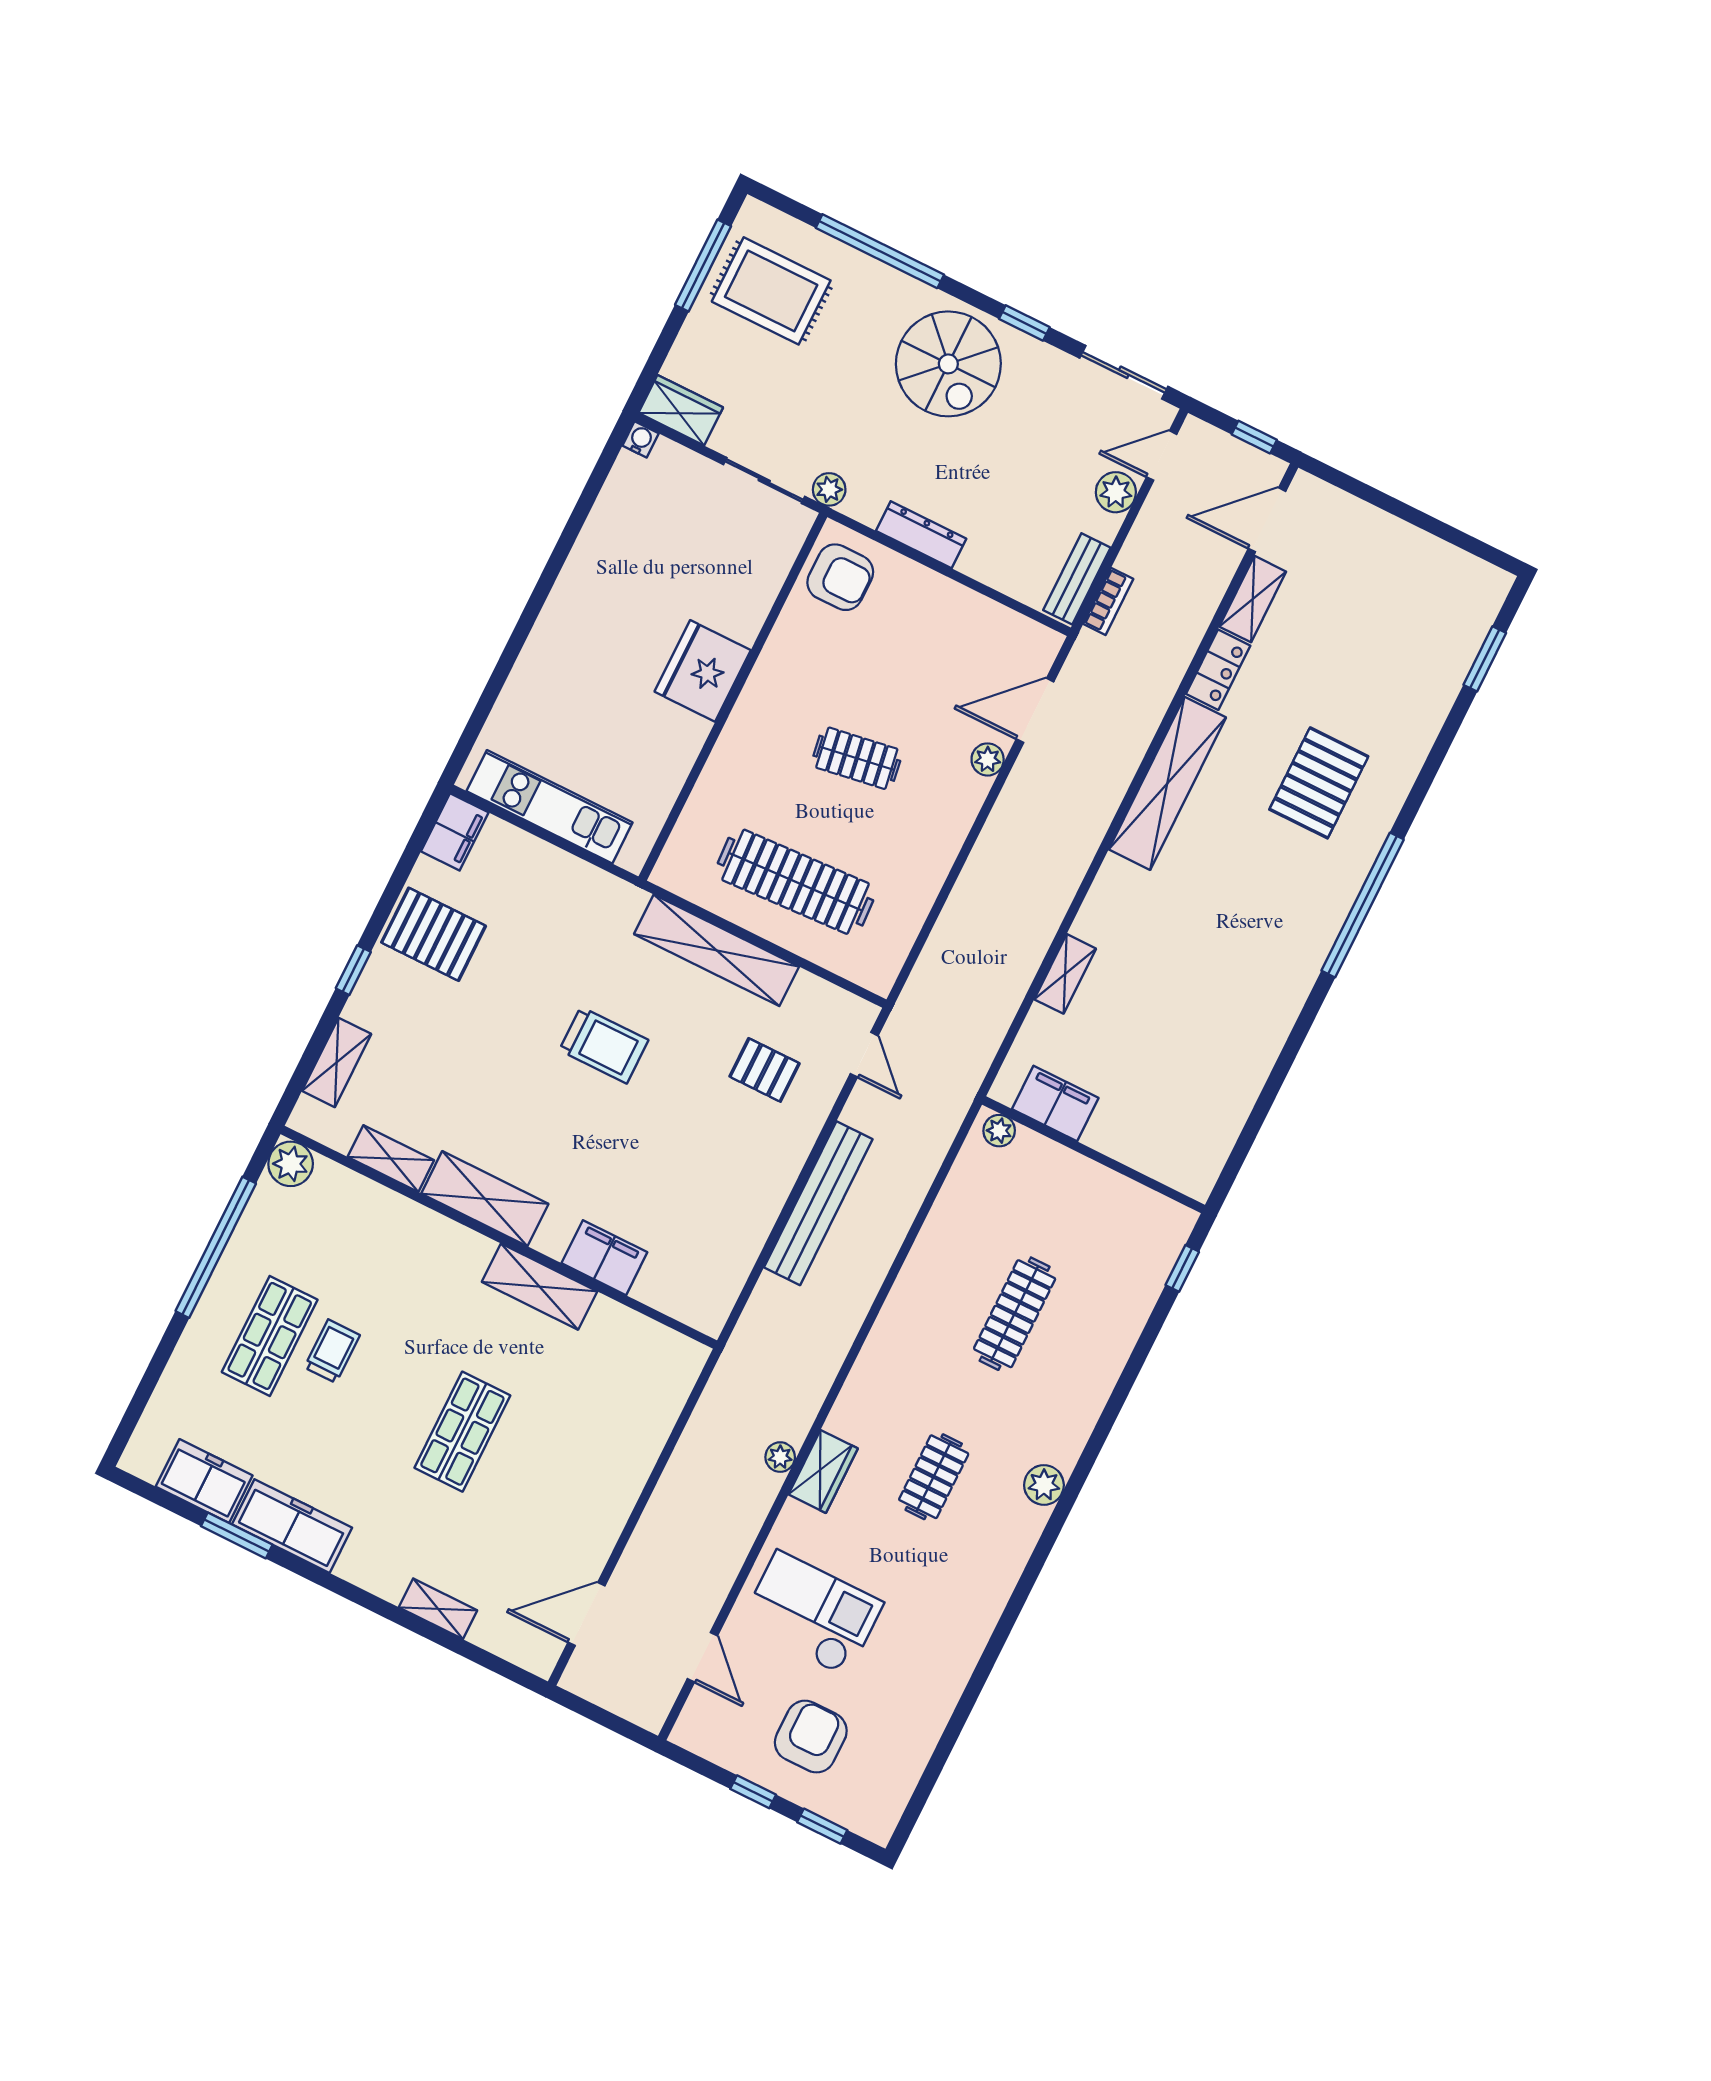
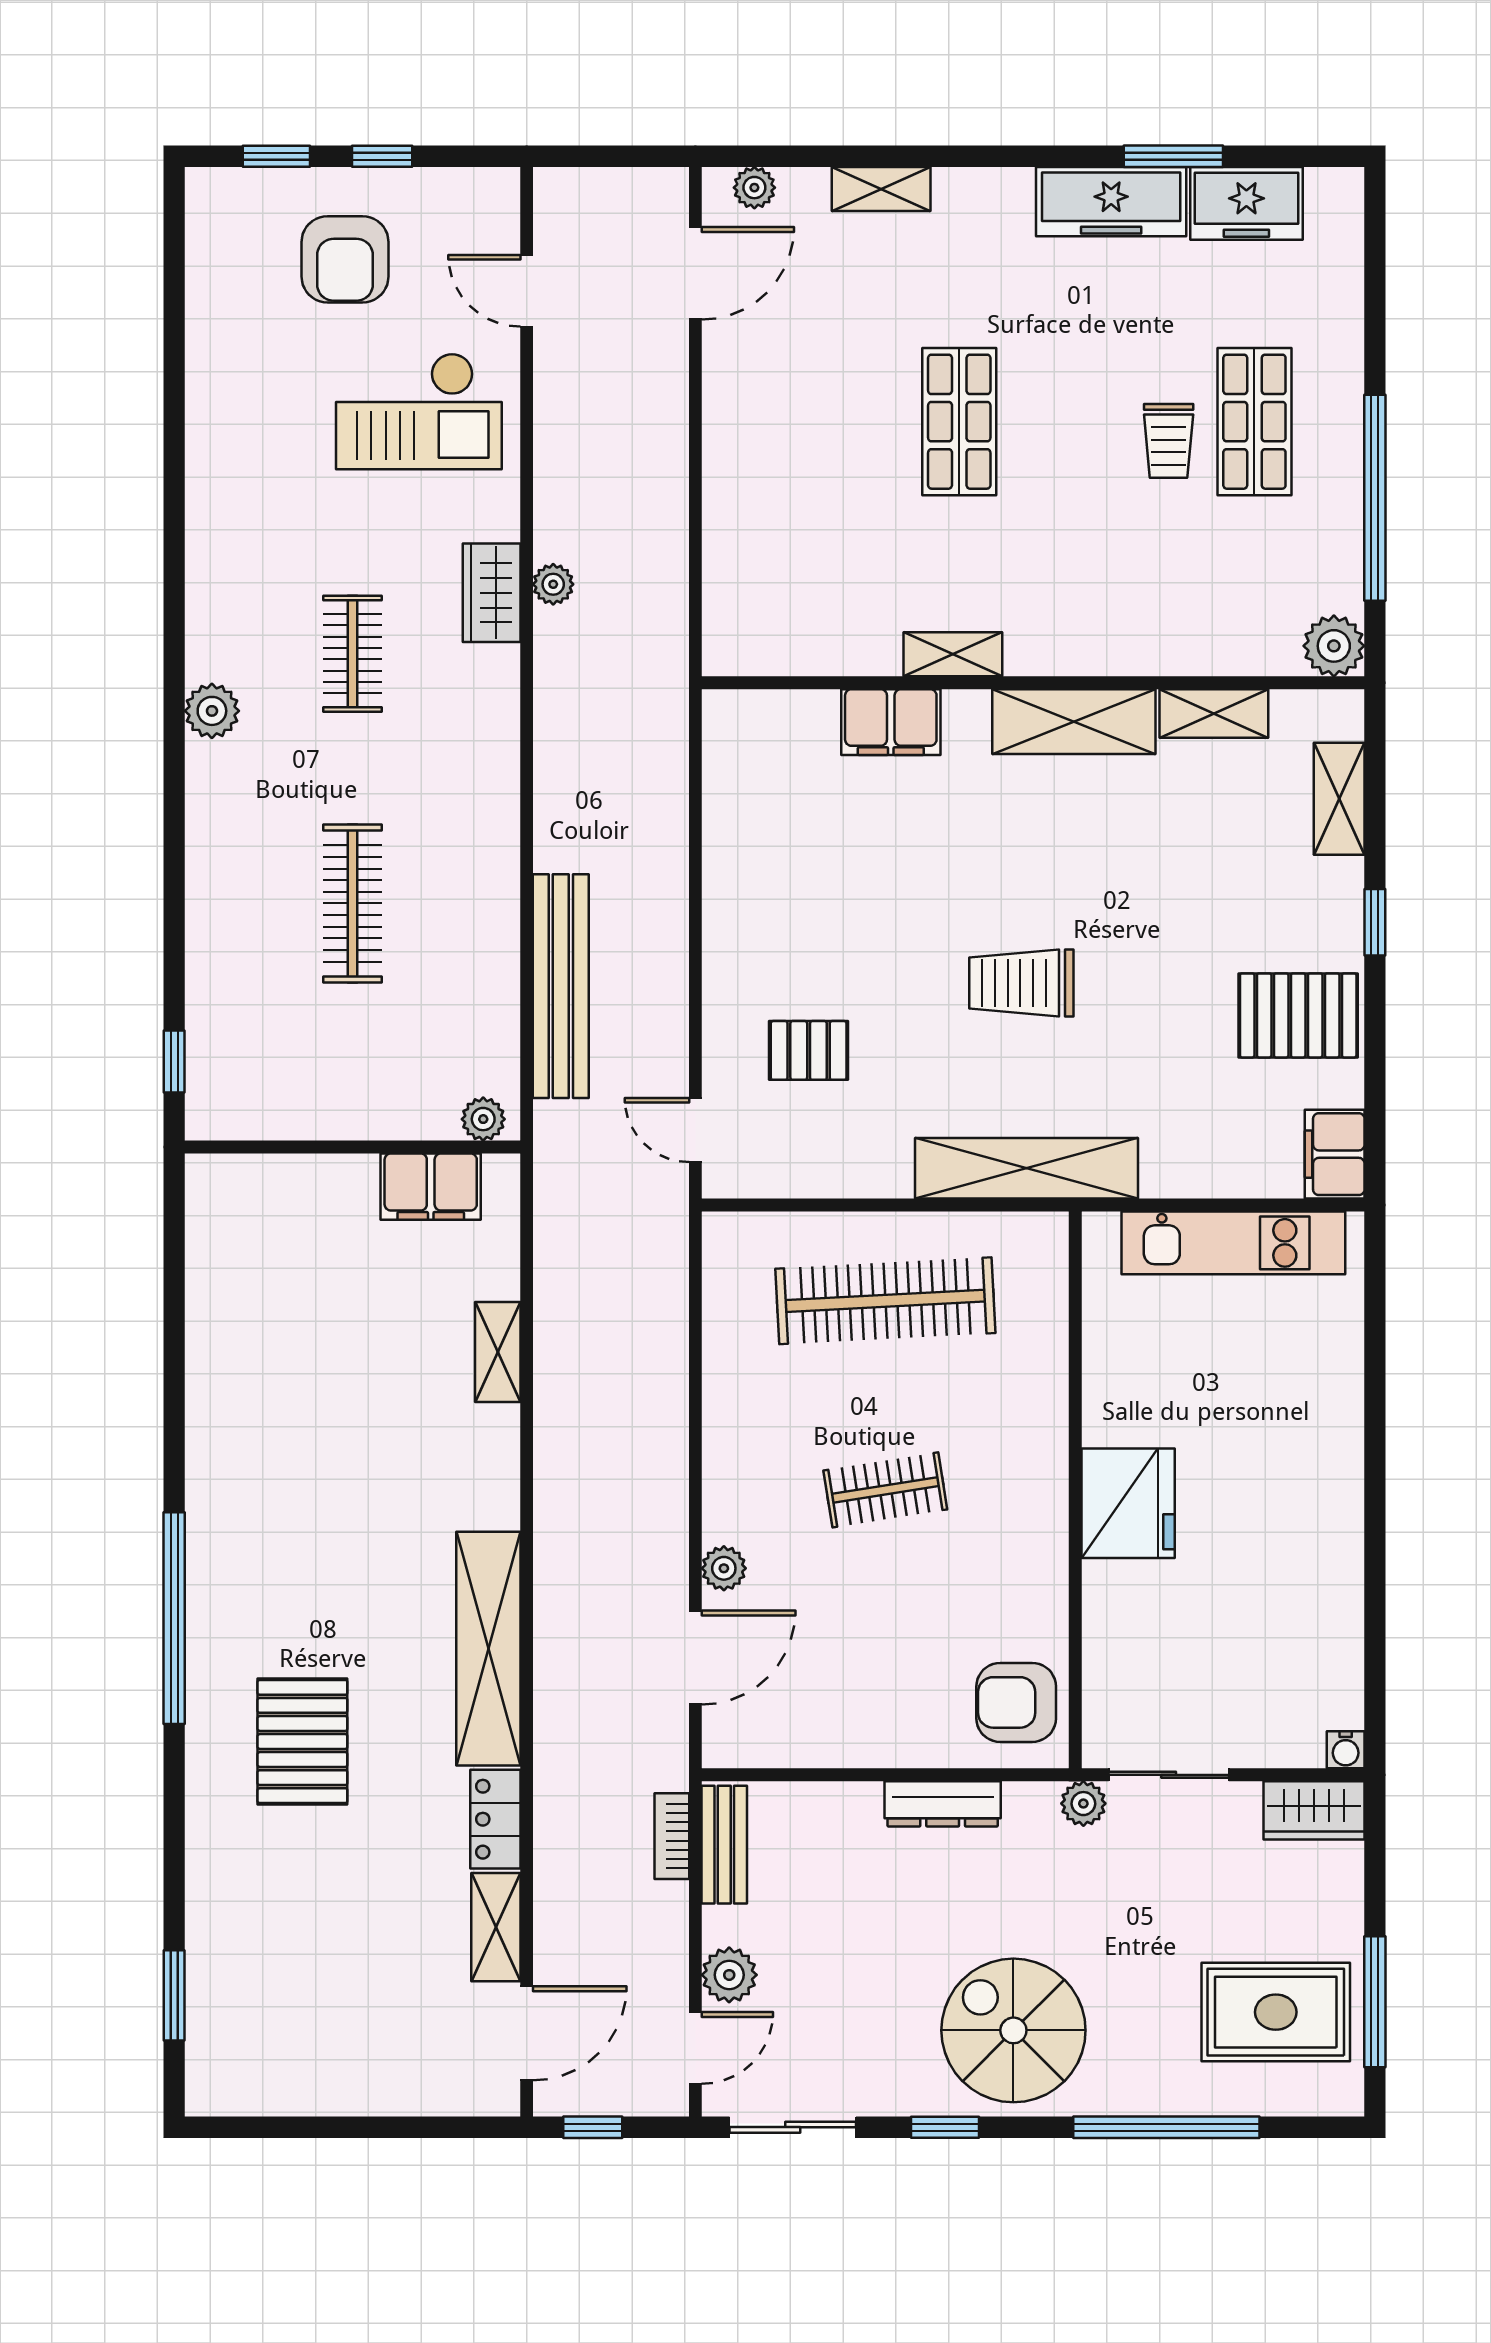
shelving: (717, 950) -> (1026, 1168), moved
bench: (818, 1203) -> (561, 986), moved
shelving: (539, 1287) -> (953, 654), width x0.67, depth x0.75
plant: (520, 1651) -> (754, 188), added

